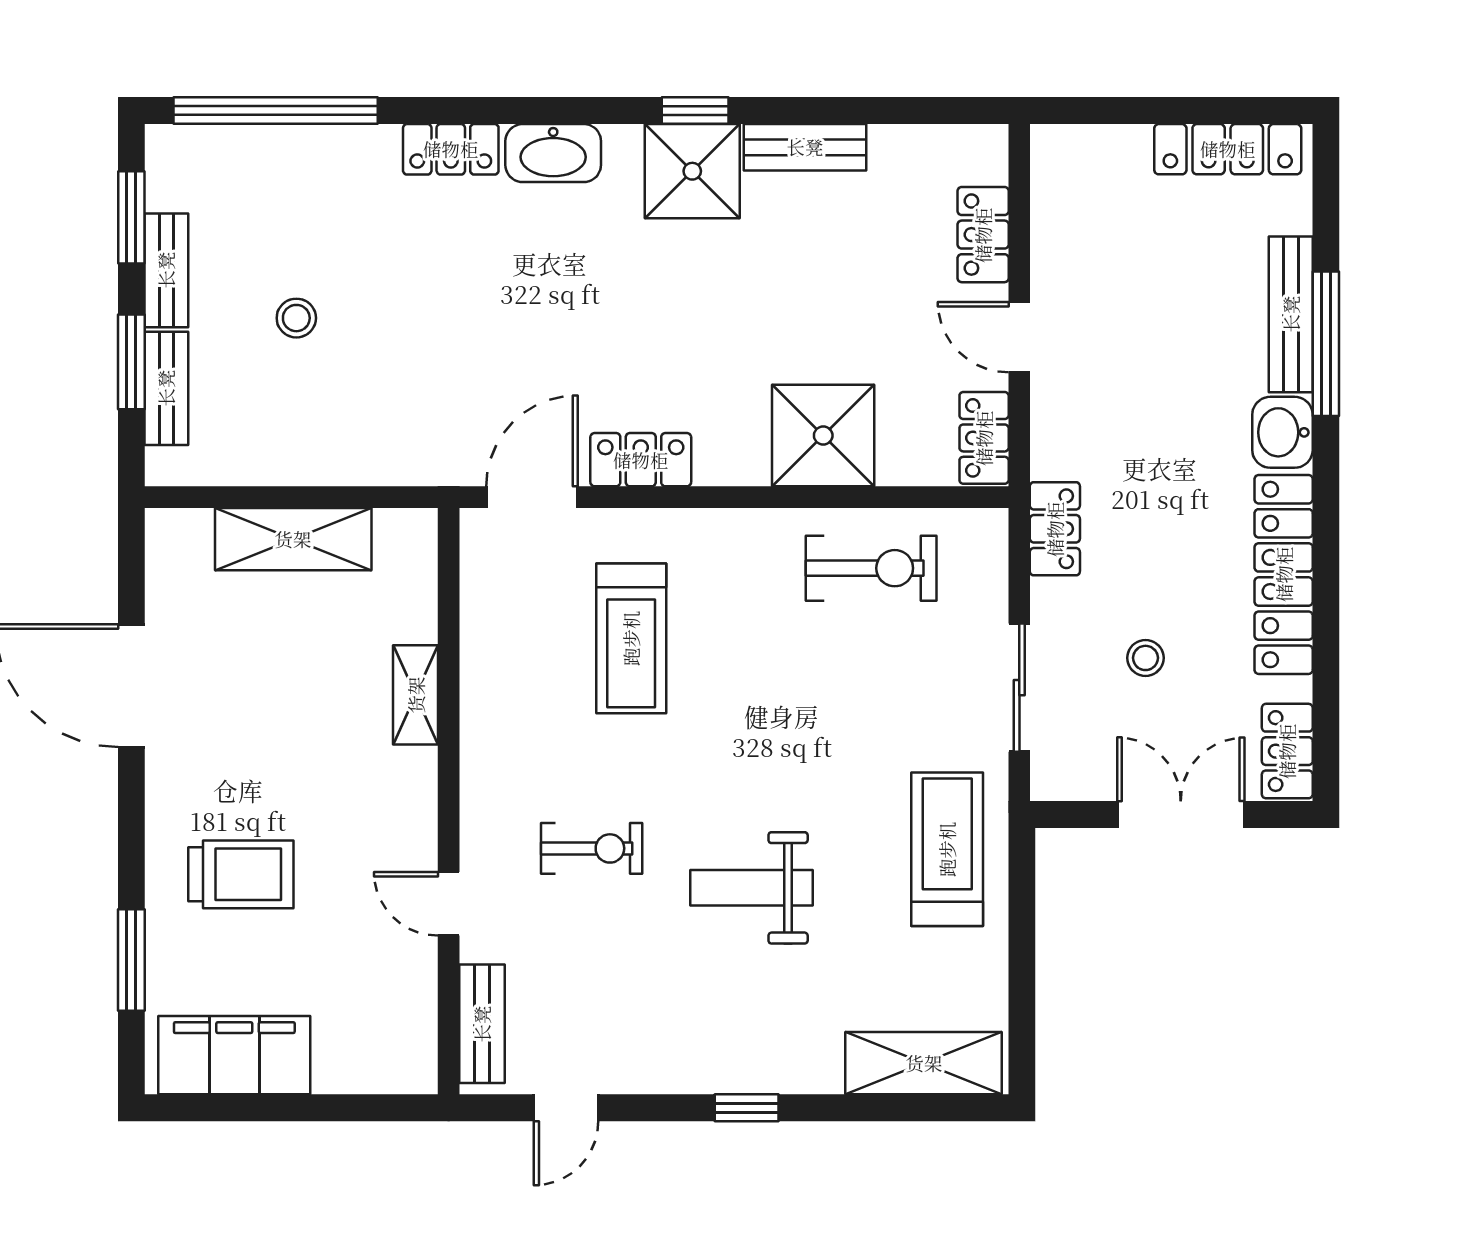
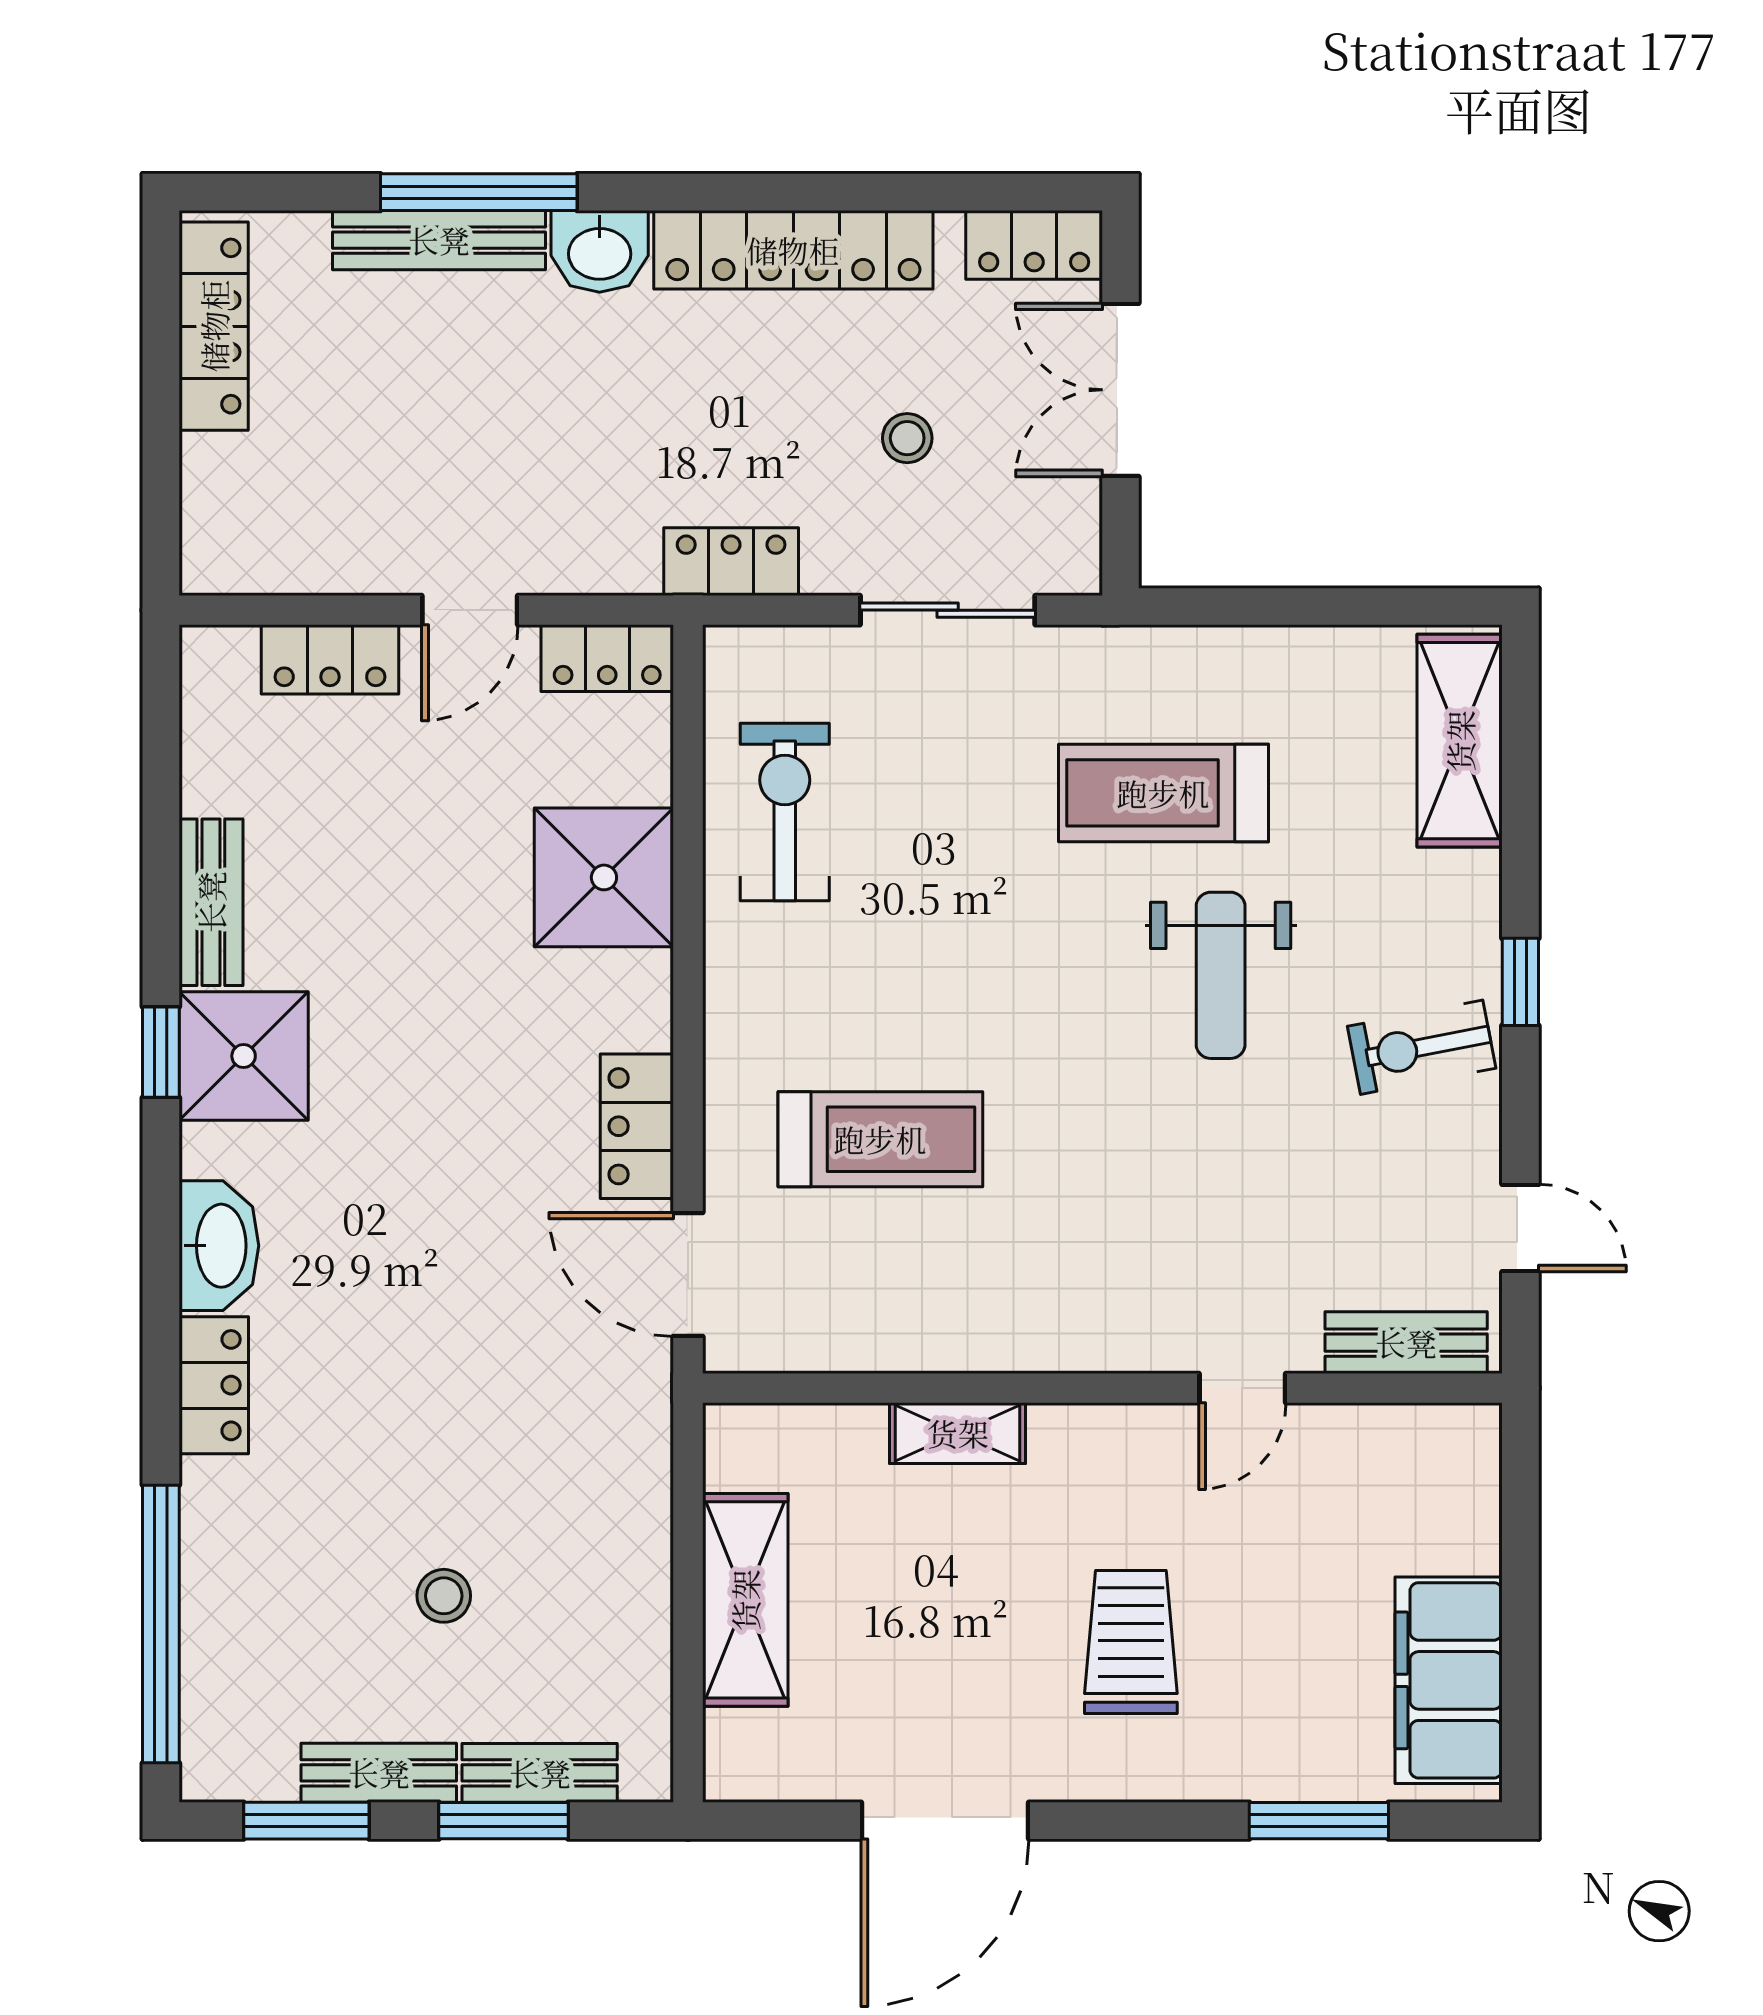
exercise bike: (592, 848) -> (1422, 1047), moved, turned -101
treadmill: (947, 849) -> (1163, 793), moved
trolley: (241, 874) -> (1131, 1642), moved

